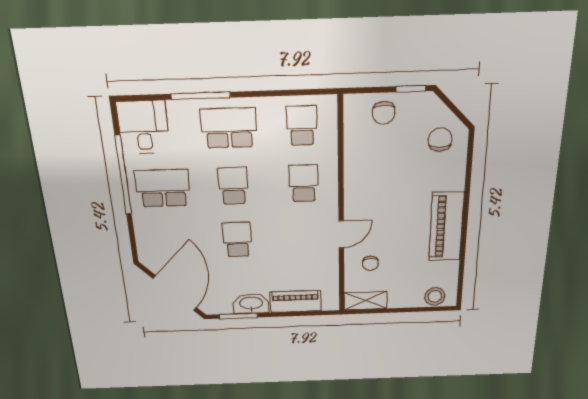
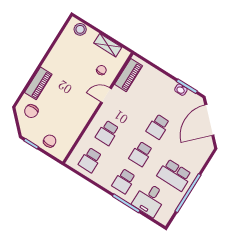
desk: (143, 127) -> (149, 199), moved
school desk: (229, 128) -> (124, 181), width x0.54
piano: (446, 227) -> (38, 83), moved, width x0.73, depth x0.75
shelving: (365, 301) -> (108, 45), moved
piano: (295, 302) -> (129, 75), moved, turned -90
washbasin: (251, 304) -> (181, 90), width x0.52, depth x0.69

